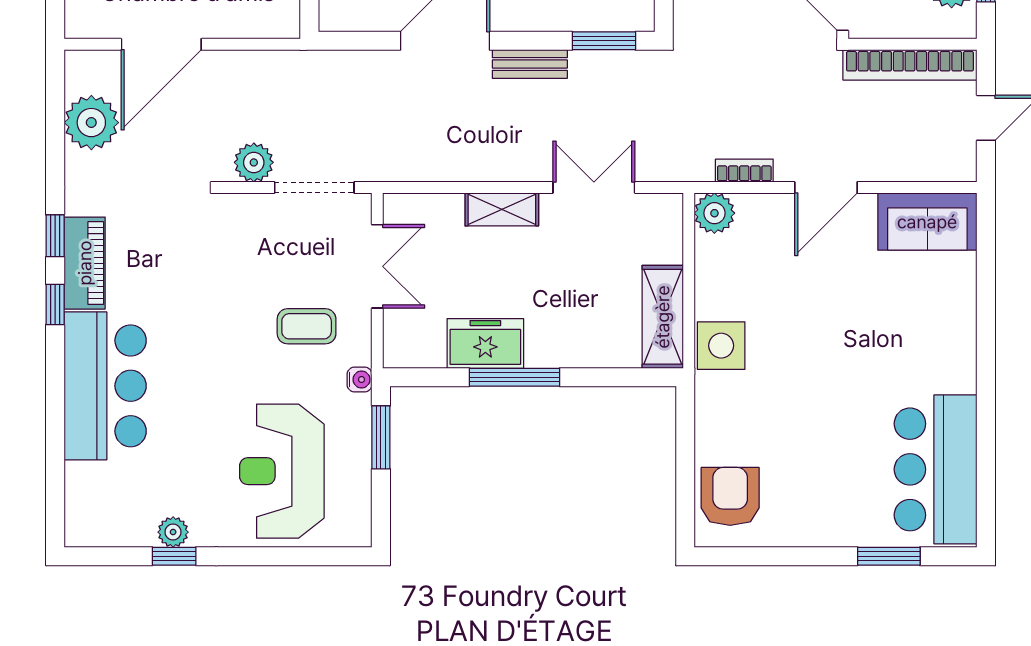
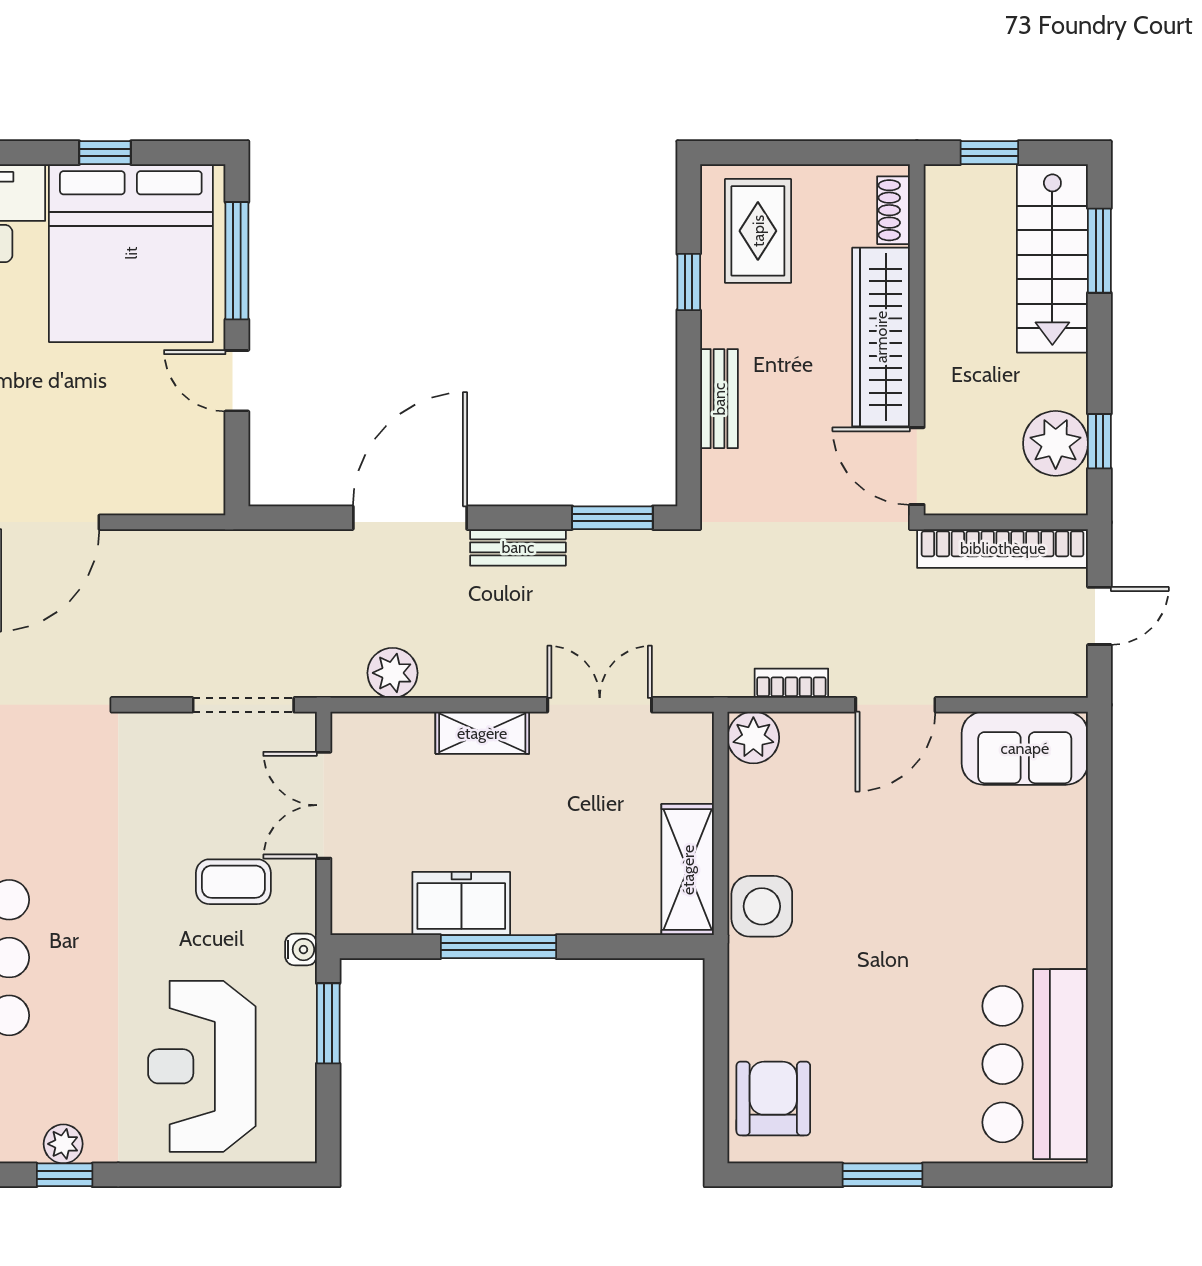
plant: (254, 162) -> (392, 673), moved
double door: (377, 266) -> (324, 805), swing flipped
window: (889, 556) -> (882, 1175), moved

